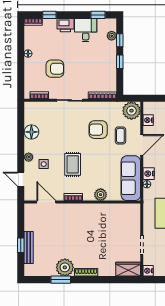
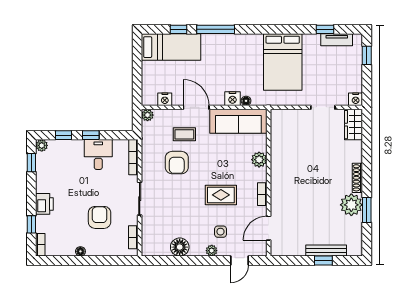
desk: (86, 30) -> (98, 154), moved, turned 90
plant: (112, 36) -> (42, 145), moved
plant: (131, 111) -> (147, 115), width x0.53, depth x0.53

